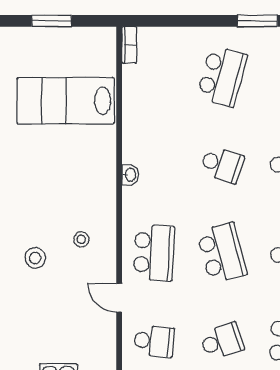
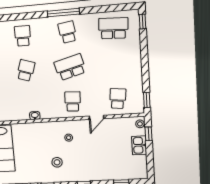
school desk: (154, 253) -> (73, 101), width x0.54
stool: (35, 258) -> (57, 162), moved
school desk: (222, 341) -> (116, 64), removed

